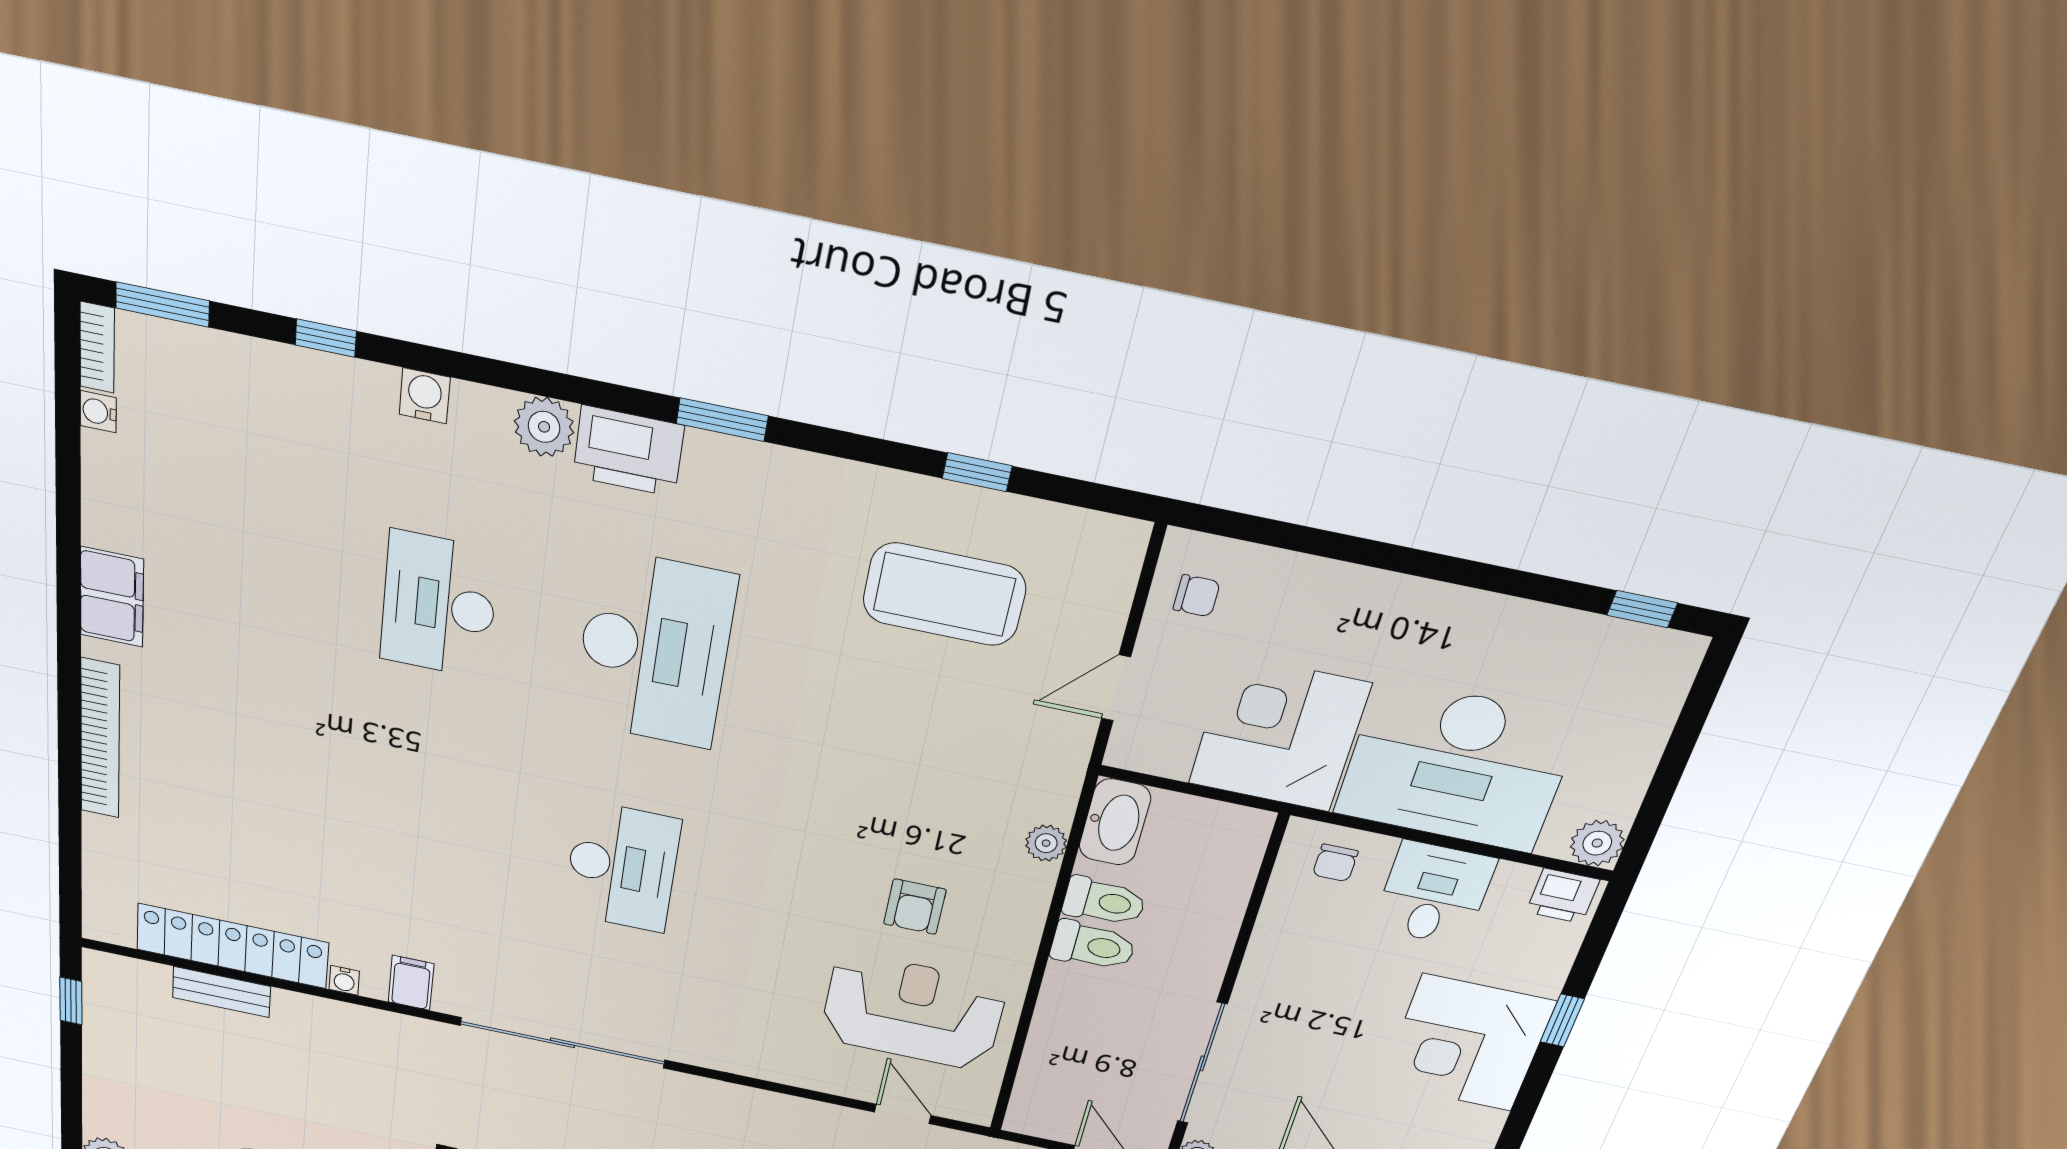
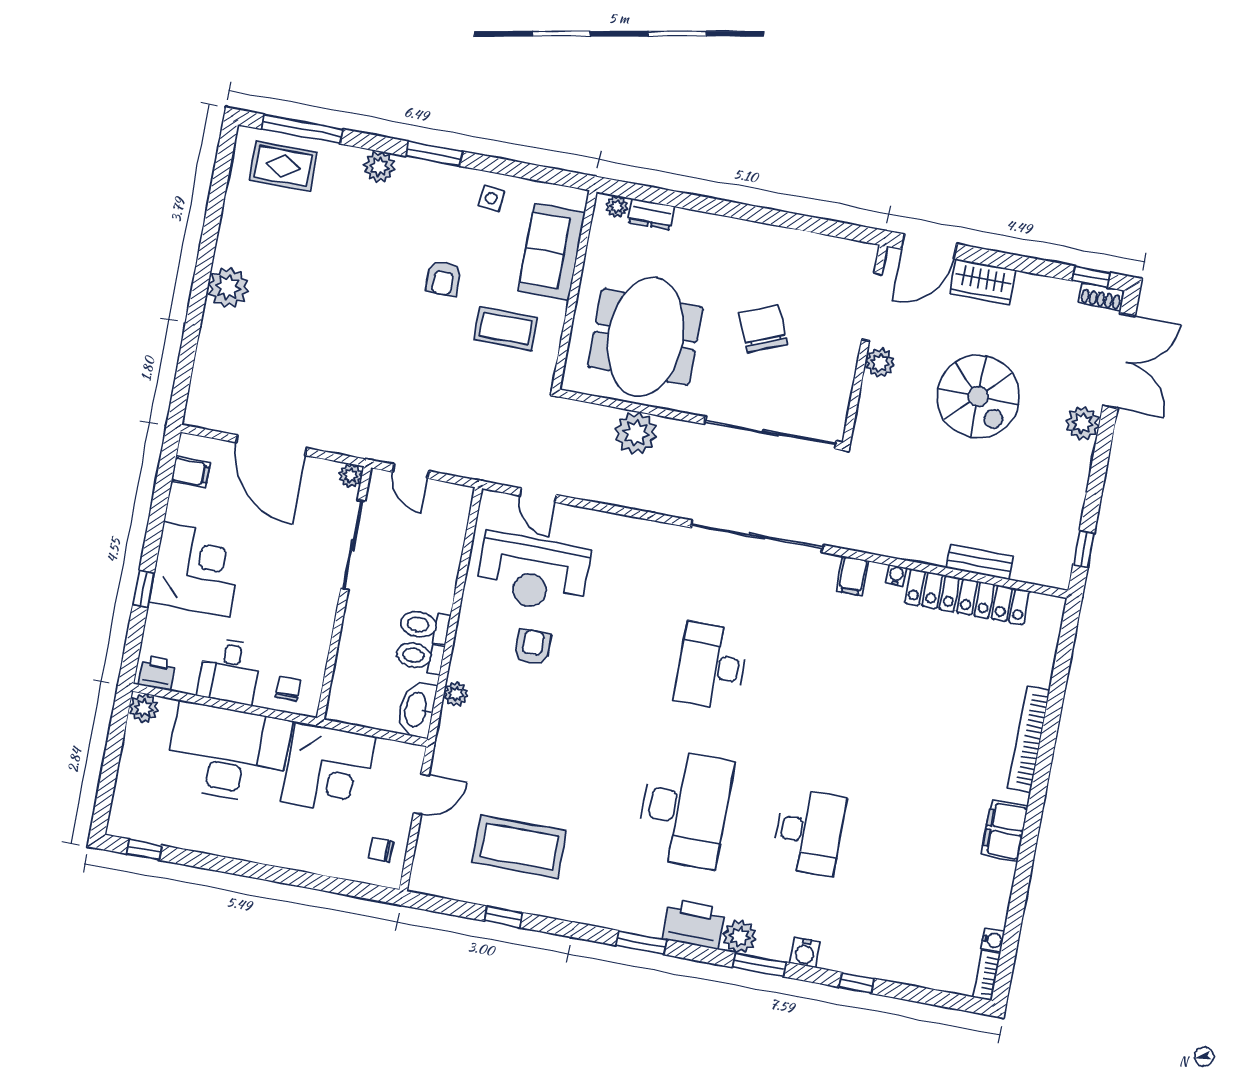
window: (163, 304) -> (759, 965), moved
desk: (654, 649) -> (685, 808), turned 180

